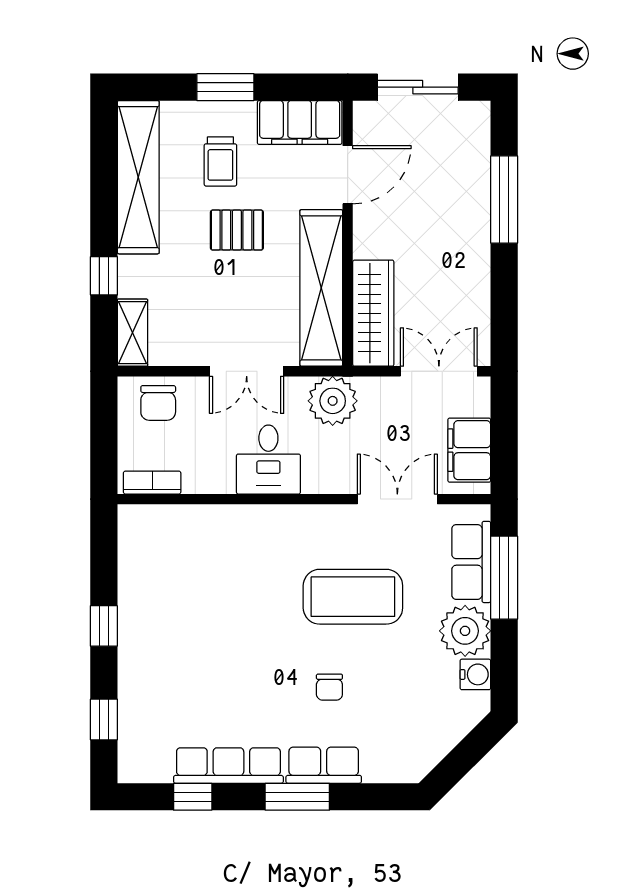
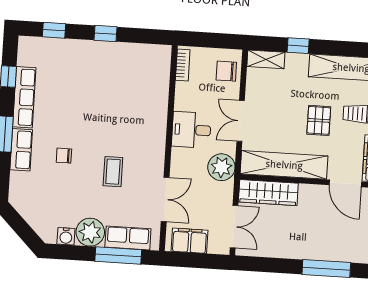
coffee table: (353, 597) -> (113, 172), width x0.54, depth x0.58

